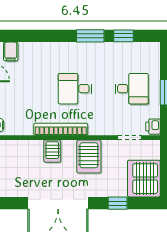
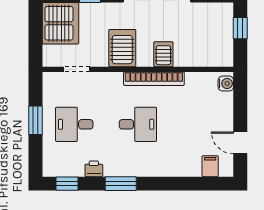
window: (123, 36) -> (67, 184), moved
printer: (153, 127) -> (94, 169), moved, turned -90

